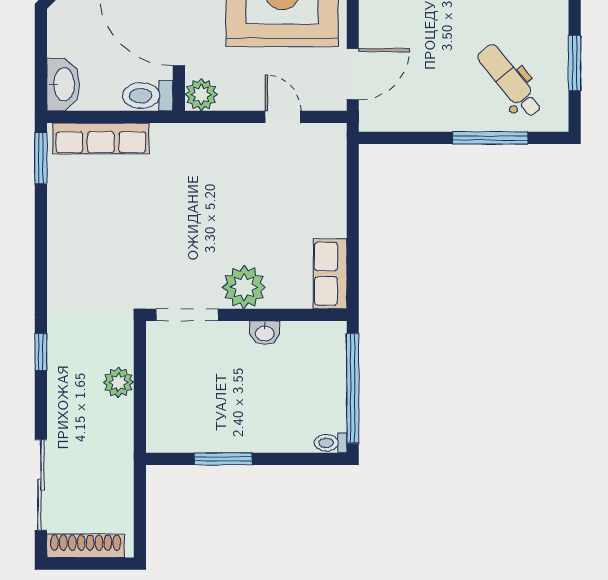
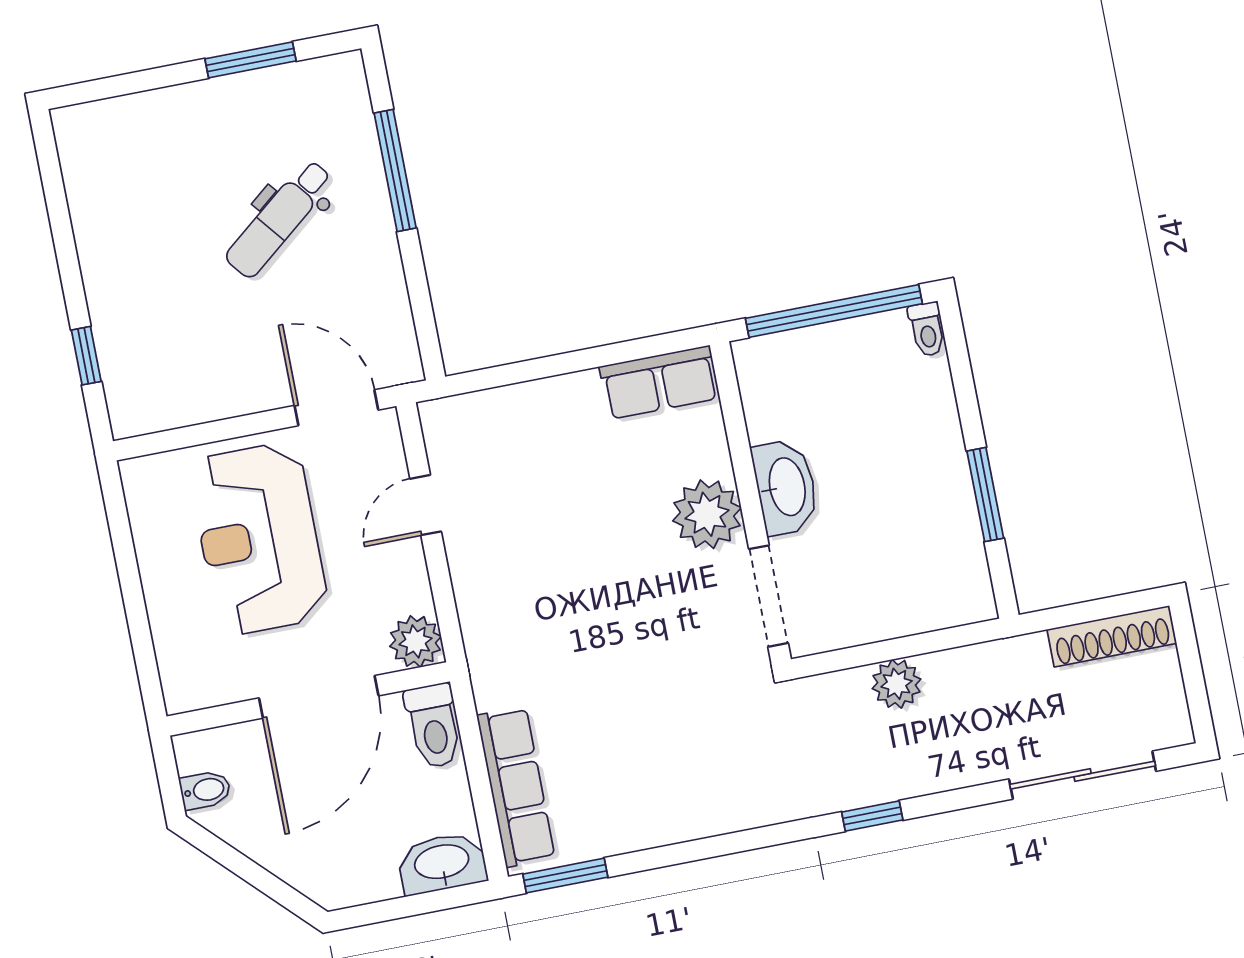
dental chair: (510, 81) -> (279, 219), moved
washbasin: (265, 333) -> (786, 487), width x1.91, depth x1.45
shoe rack: (86, 546) -> (1112, 636), moved, turned -90

